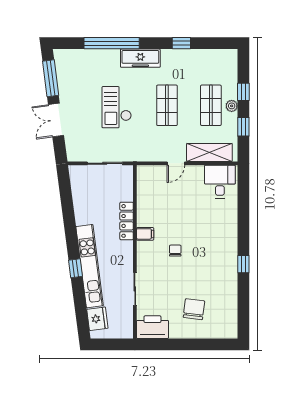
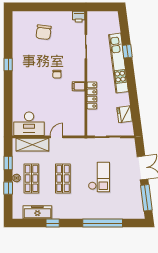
freezer: (140, 58) -> (37, 212), moved
desk: (220, 182) -> (29, 124), width x1.37
window: (75, 268) -> (127, 51), moved
fridge: (97, 319) -> (125, 114), moved
printer: (152, 327) -> (79, 17), width x0.53, depth x0.68

